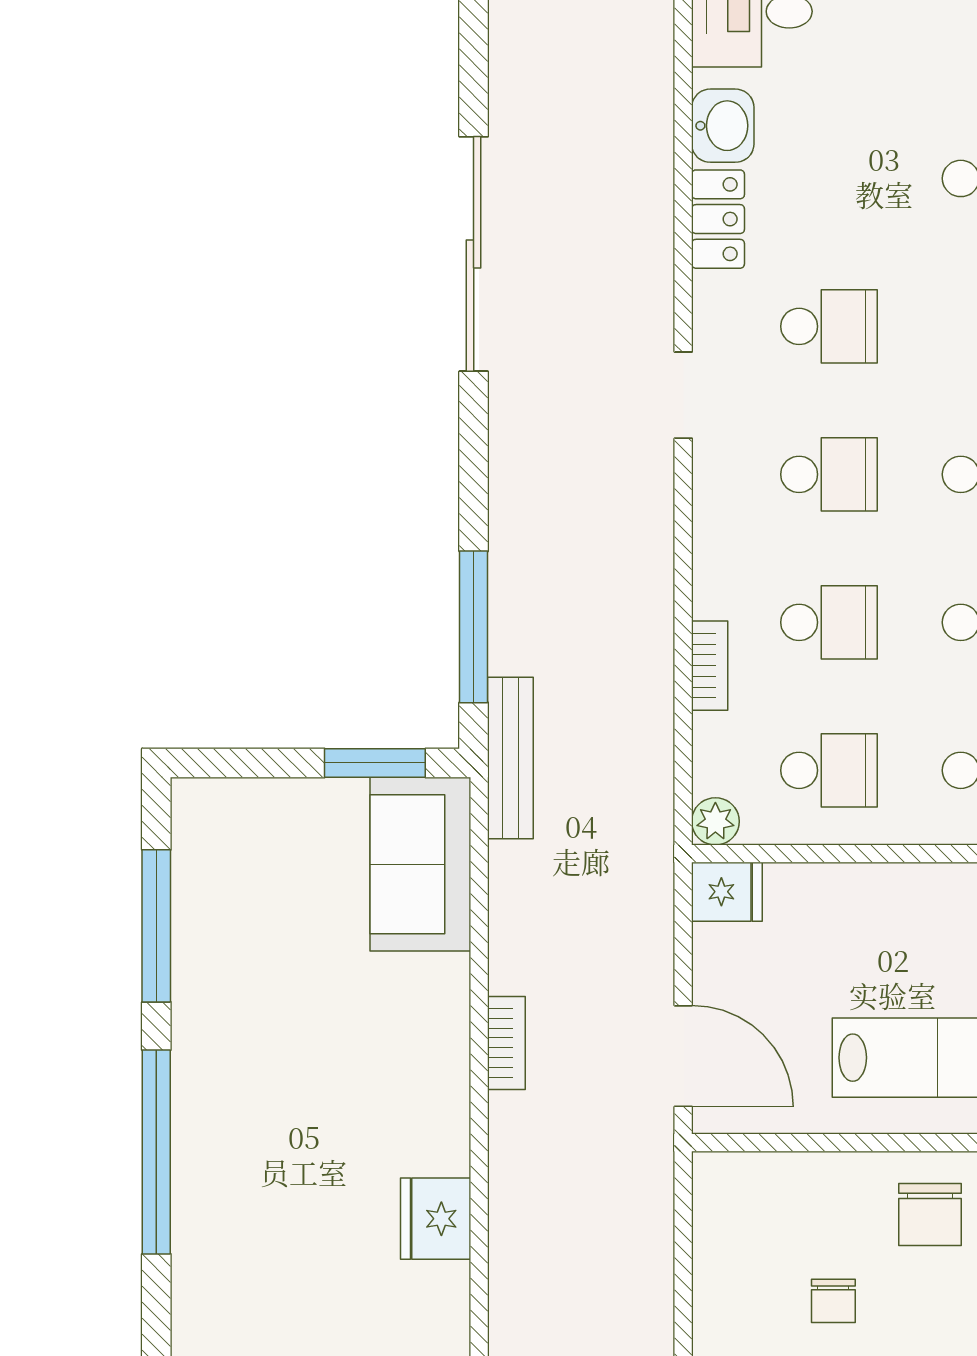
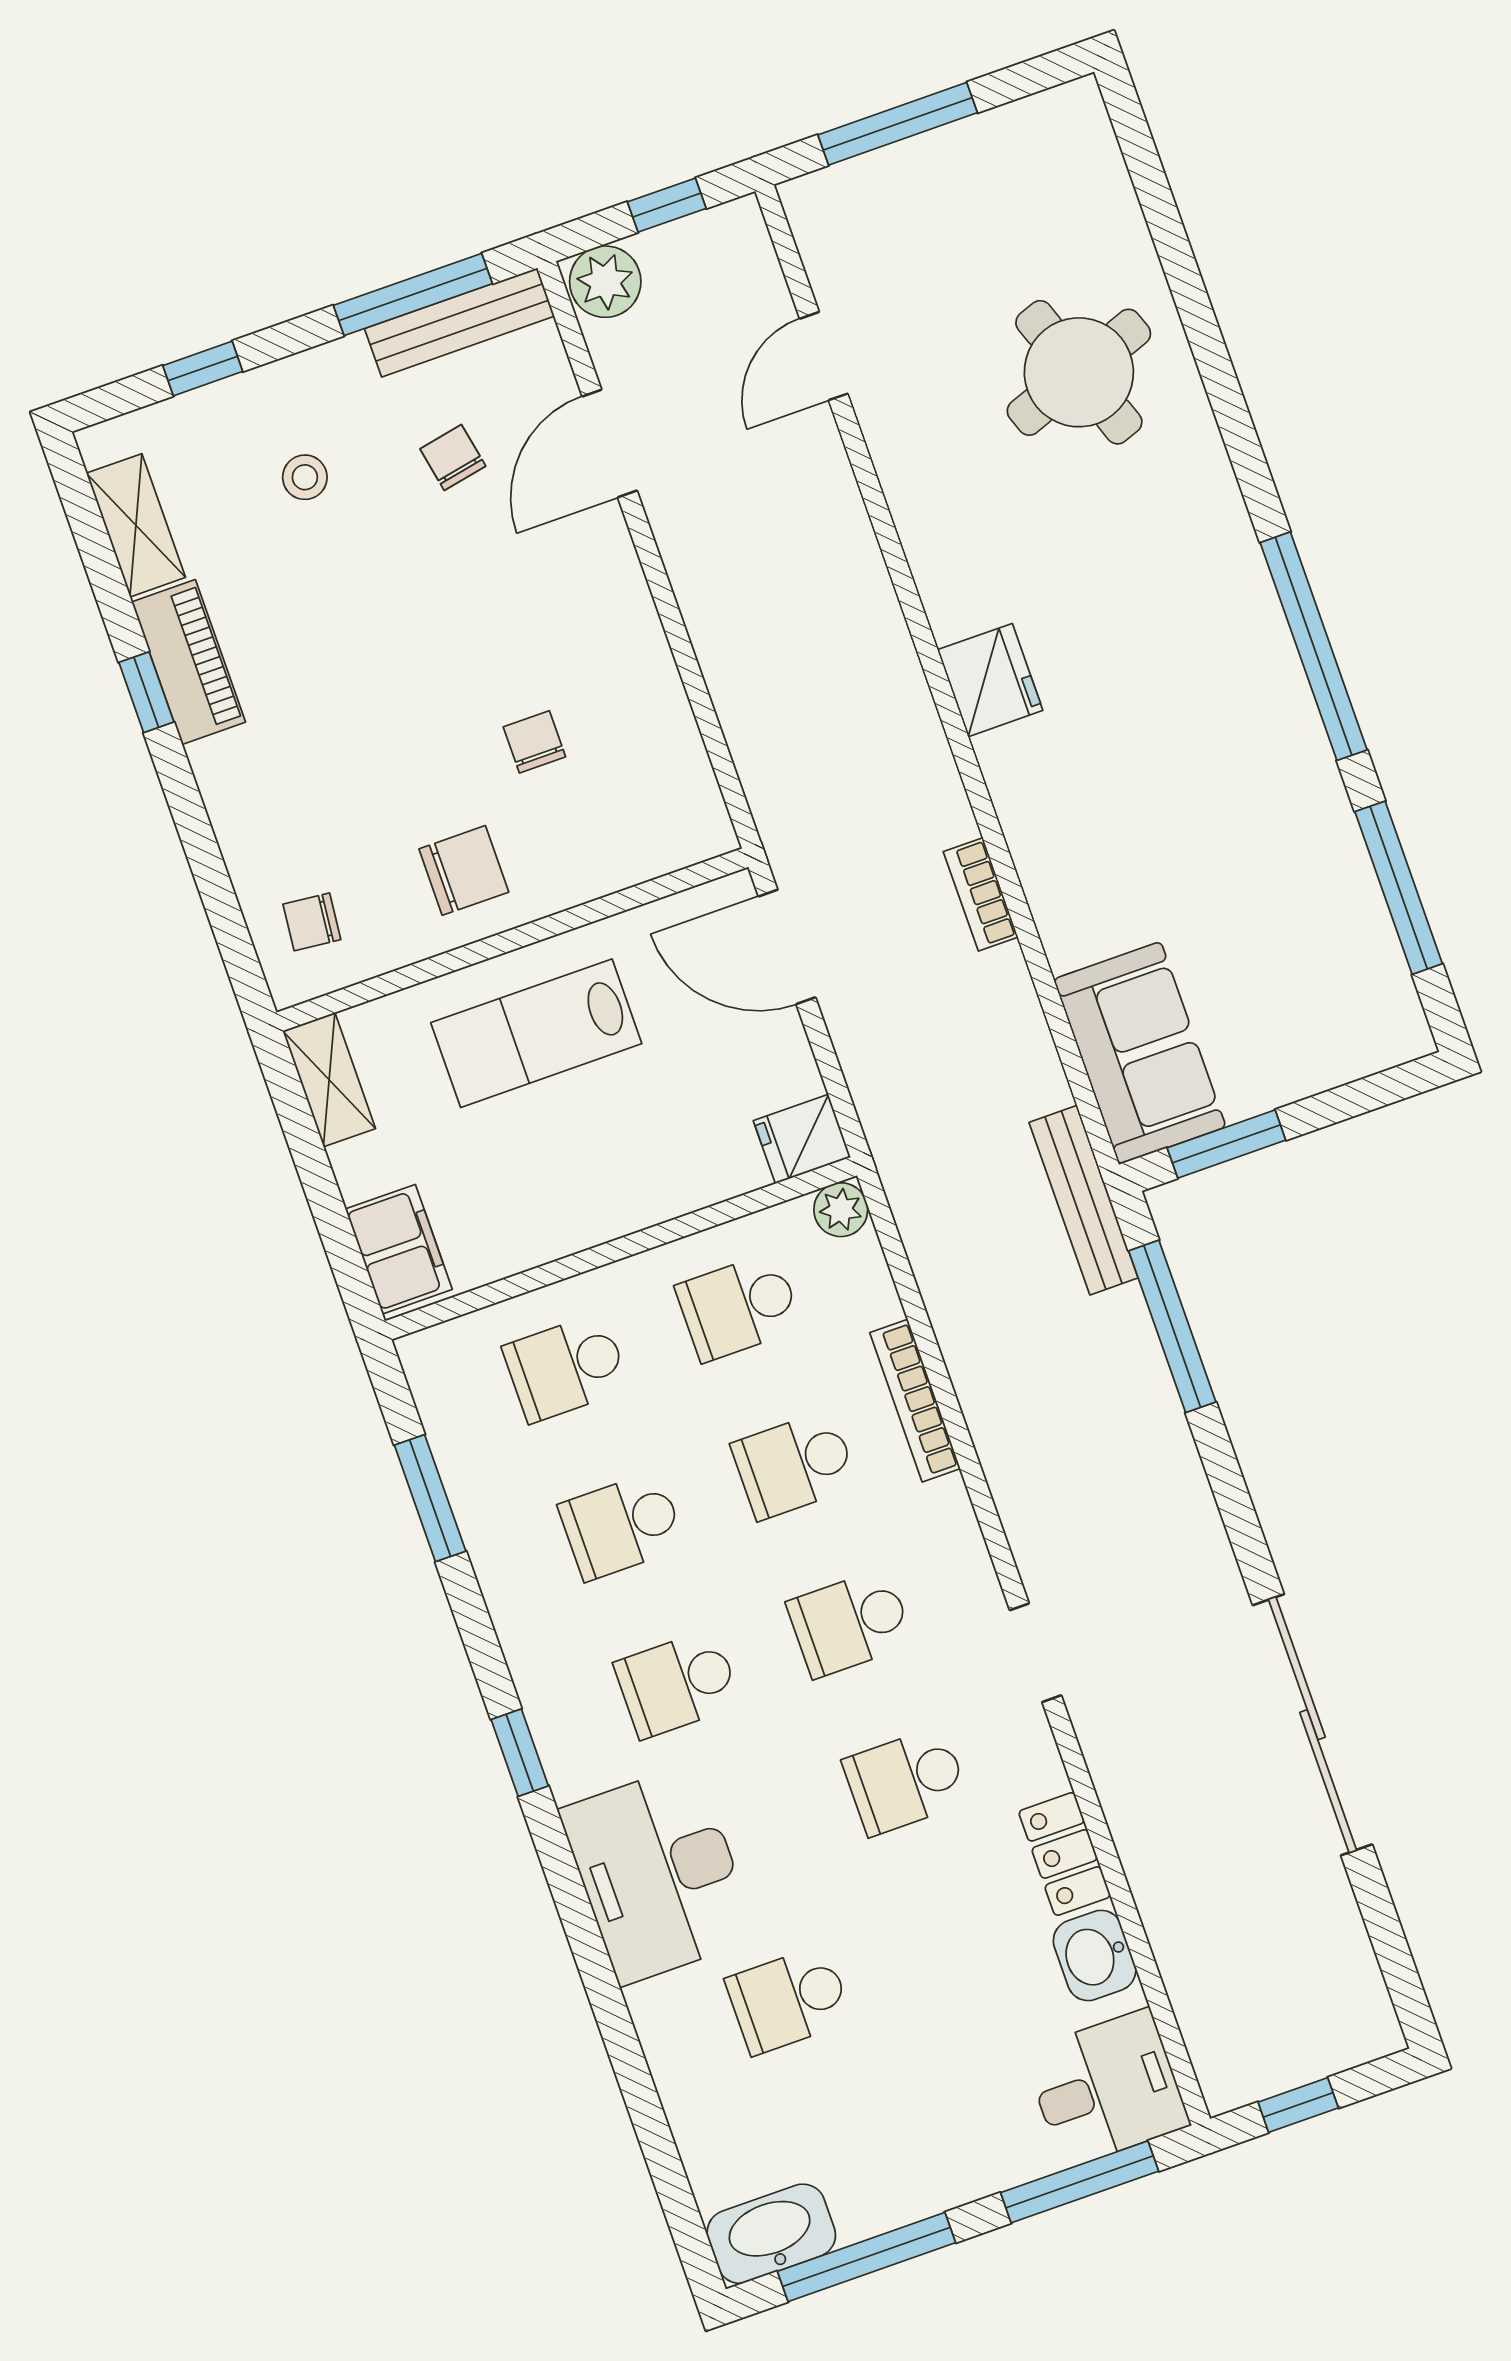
bookcase: (710, 666) -> (915, 1401), width x1.56
chair: (930, 1214) -> (464, 870), turned 90

